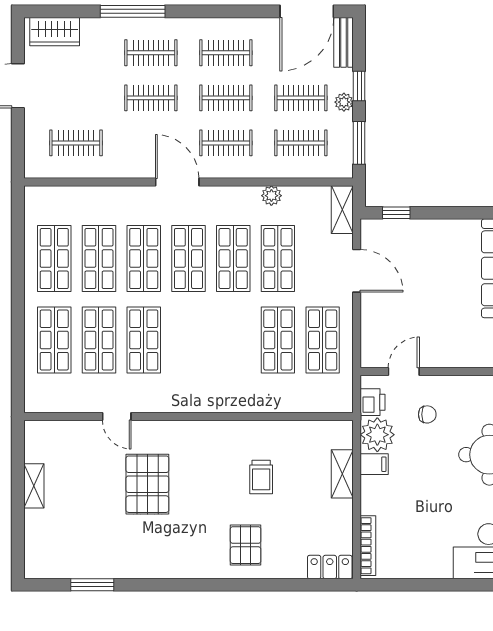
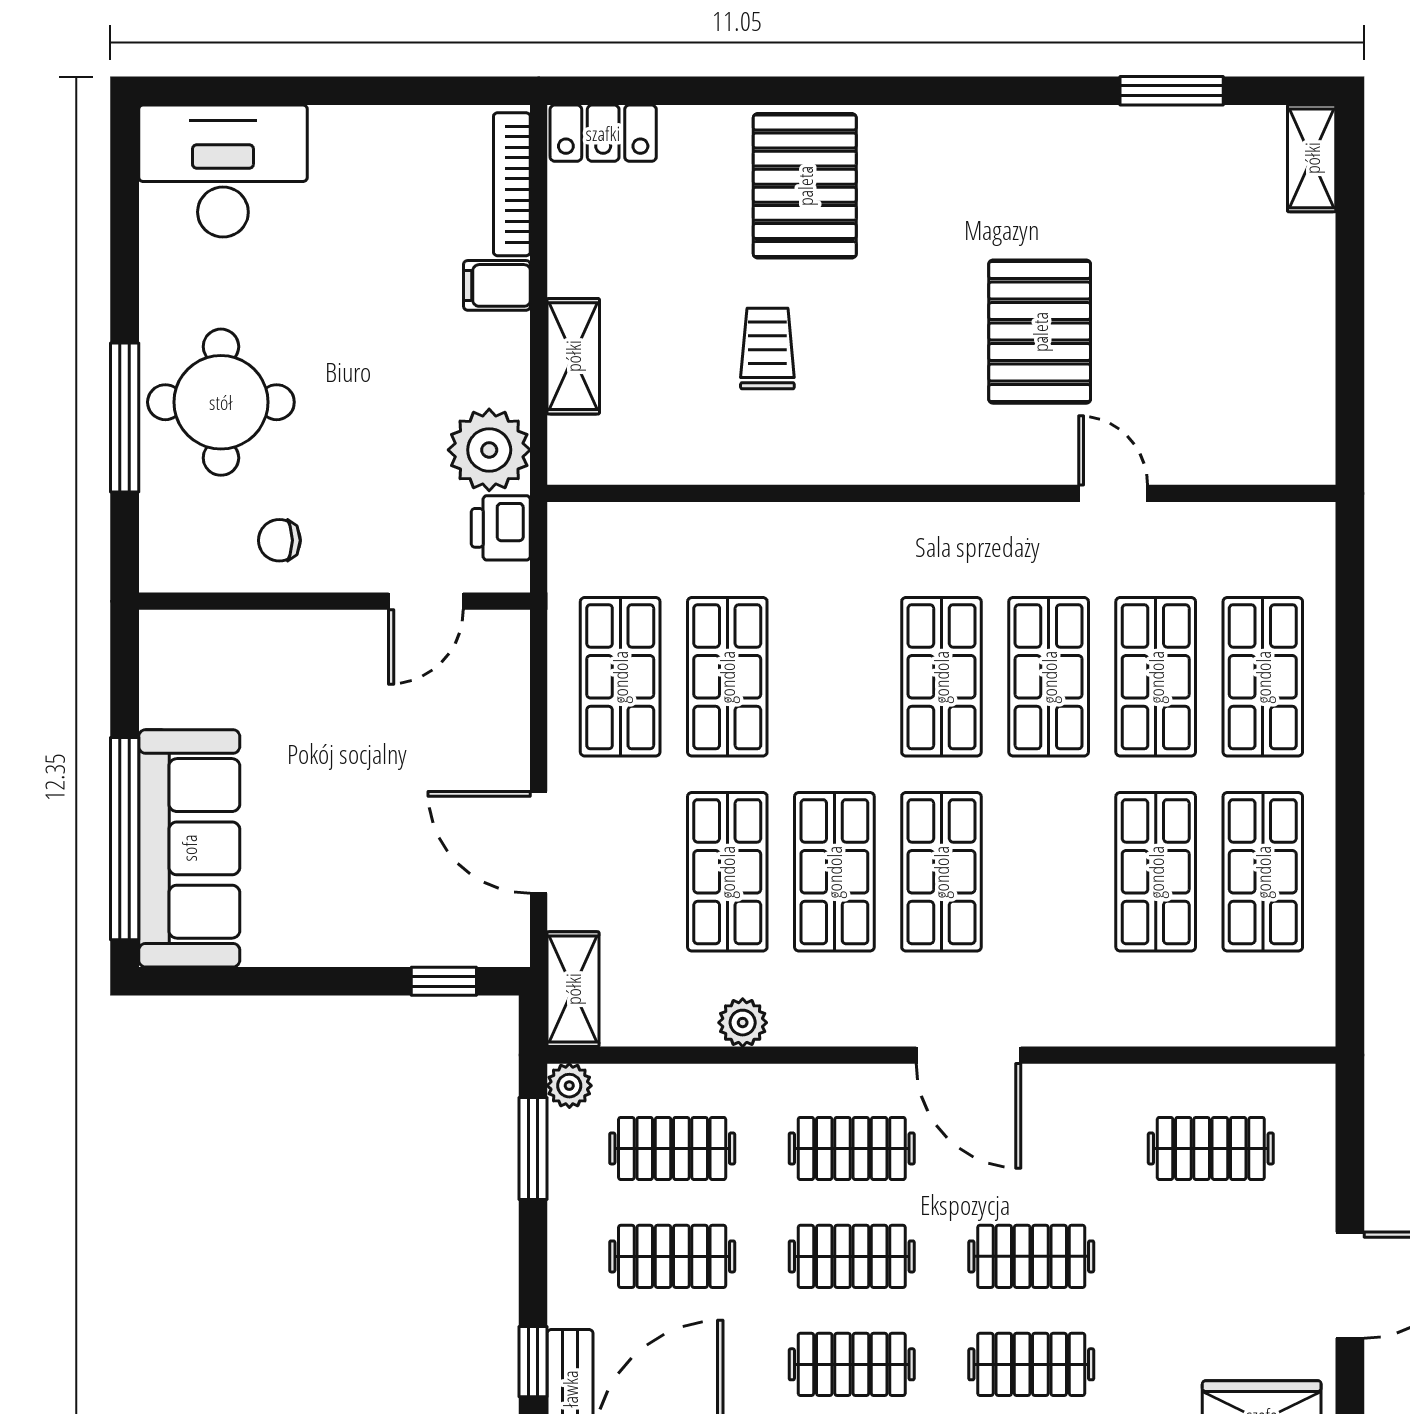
window: (359, 86) -> (533, 1362), moved
plant: (344, 102) -> (569, 1086), moved
shop shelf: (144, 259) -> (941, 677), moved
chair: (427, 414) -> (279, 540), moved
filing cabinet: (374, 464) -> (497, 285), moved
shelving: (34, 486) -> (1312, 158), moved
pallet: (246, 545) -> (805, 186), width x1.50, depth x1.42

